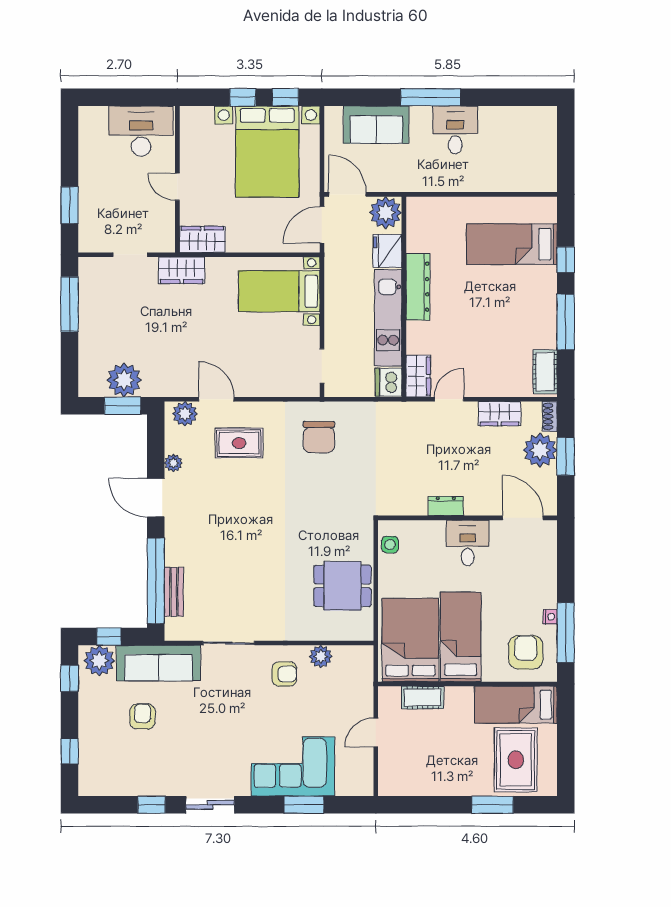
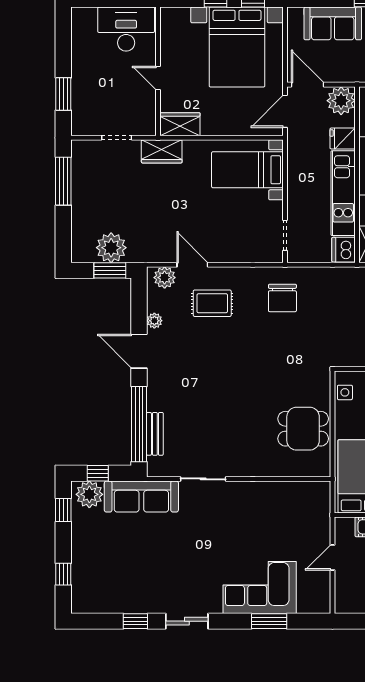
fridge: (387, 251) -> (343, 138), width x0.72
plant: (321, 656) -> (284, 491), removed
armchair: (284, 674) -> (252, 506), removed
armchair: (142, 717) -> (127, 544), removed

